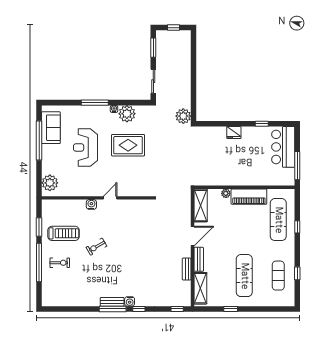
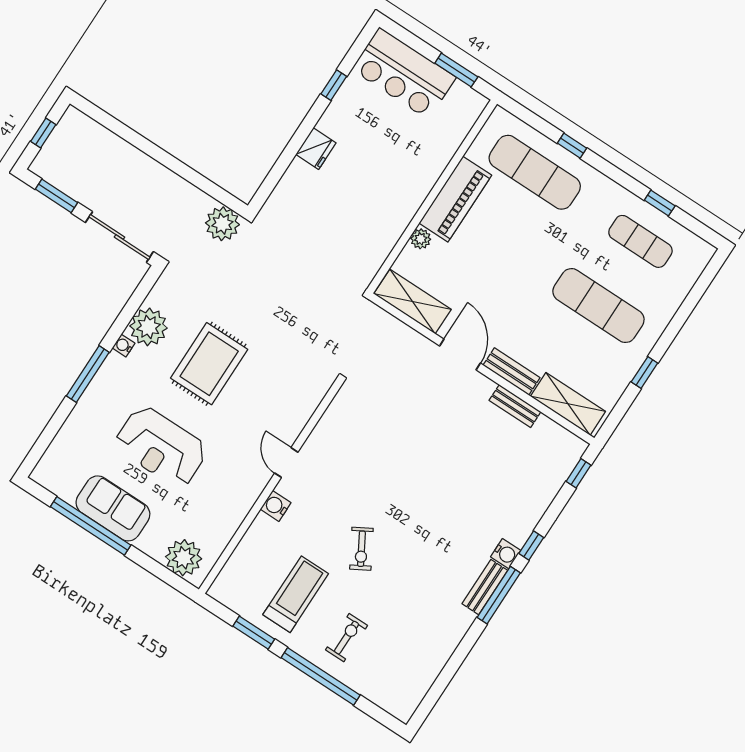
sliding door: (153, 81) -> (119, 237), width x1.37
sofa: (51, 128) -> (113, 508), moved
window: (297, 166) -> (456, 70), width x0.69

